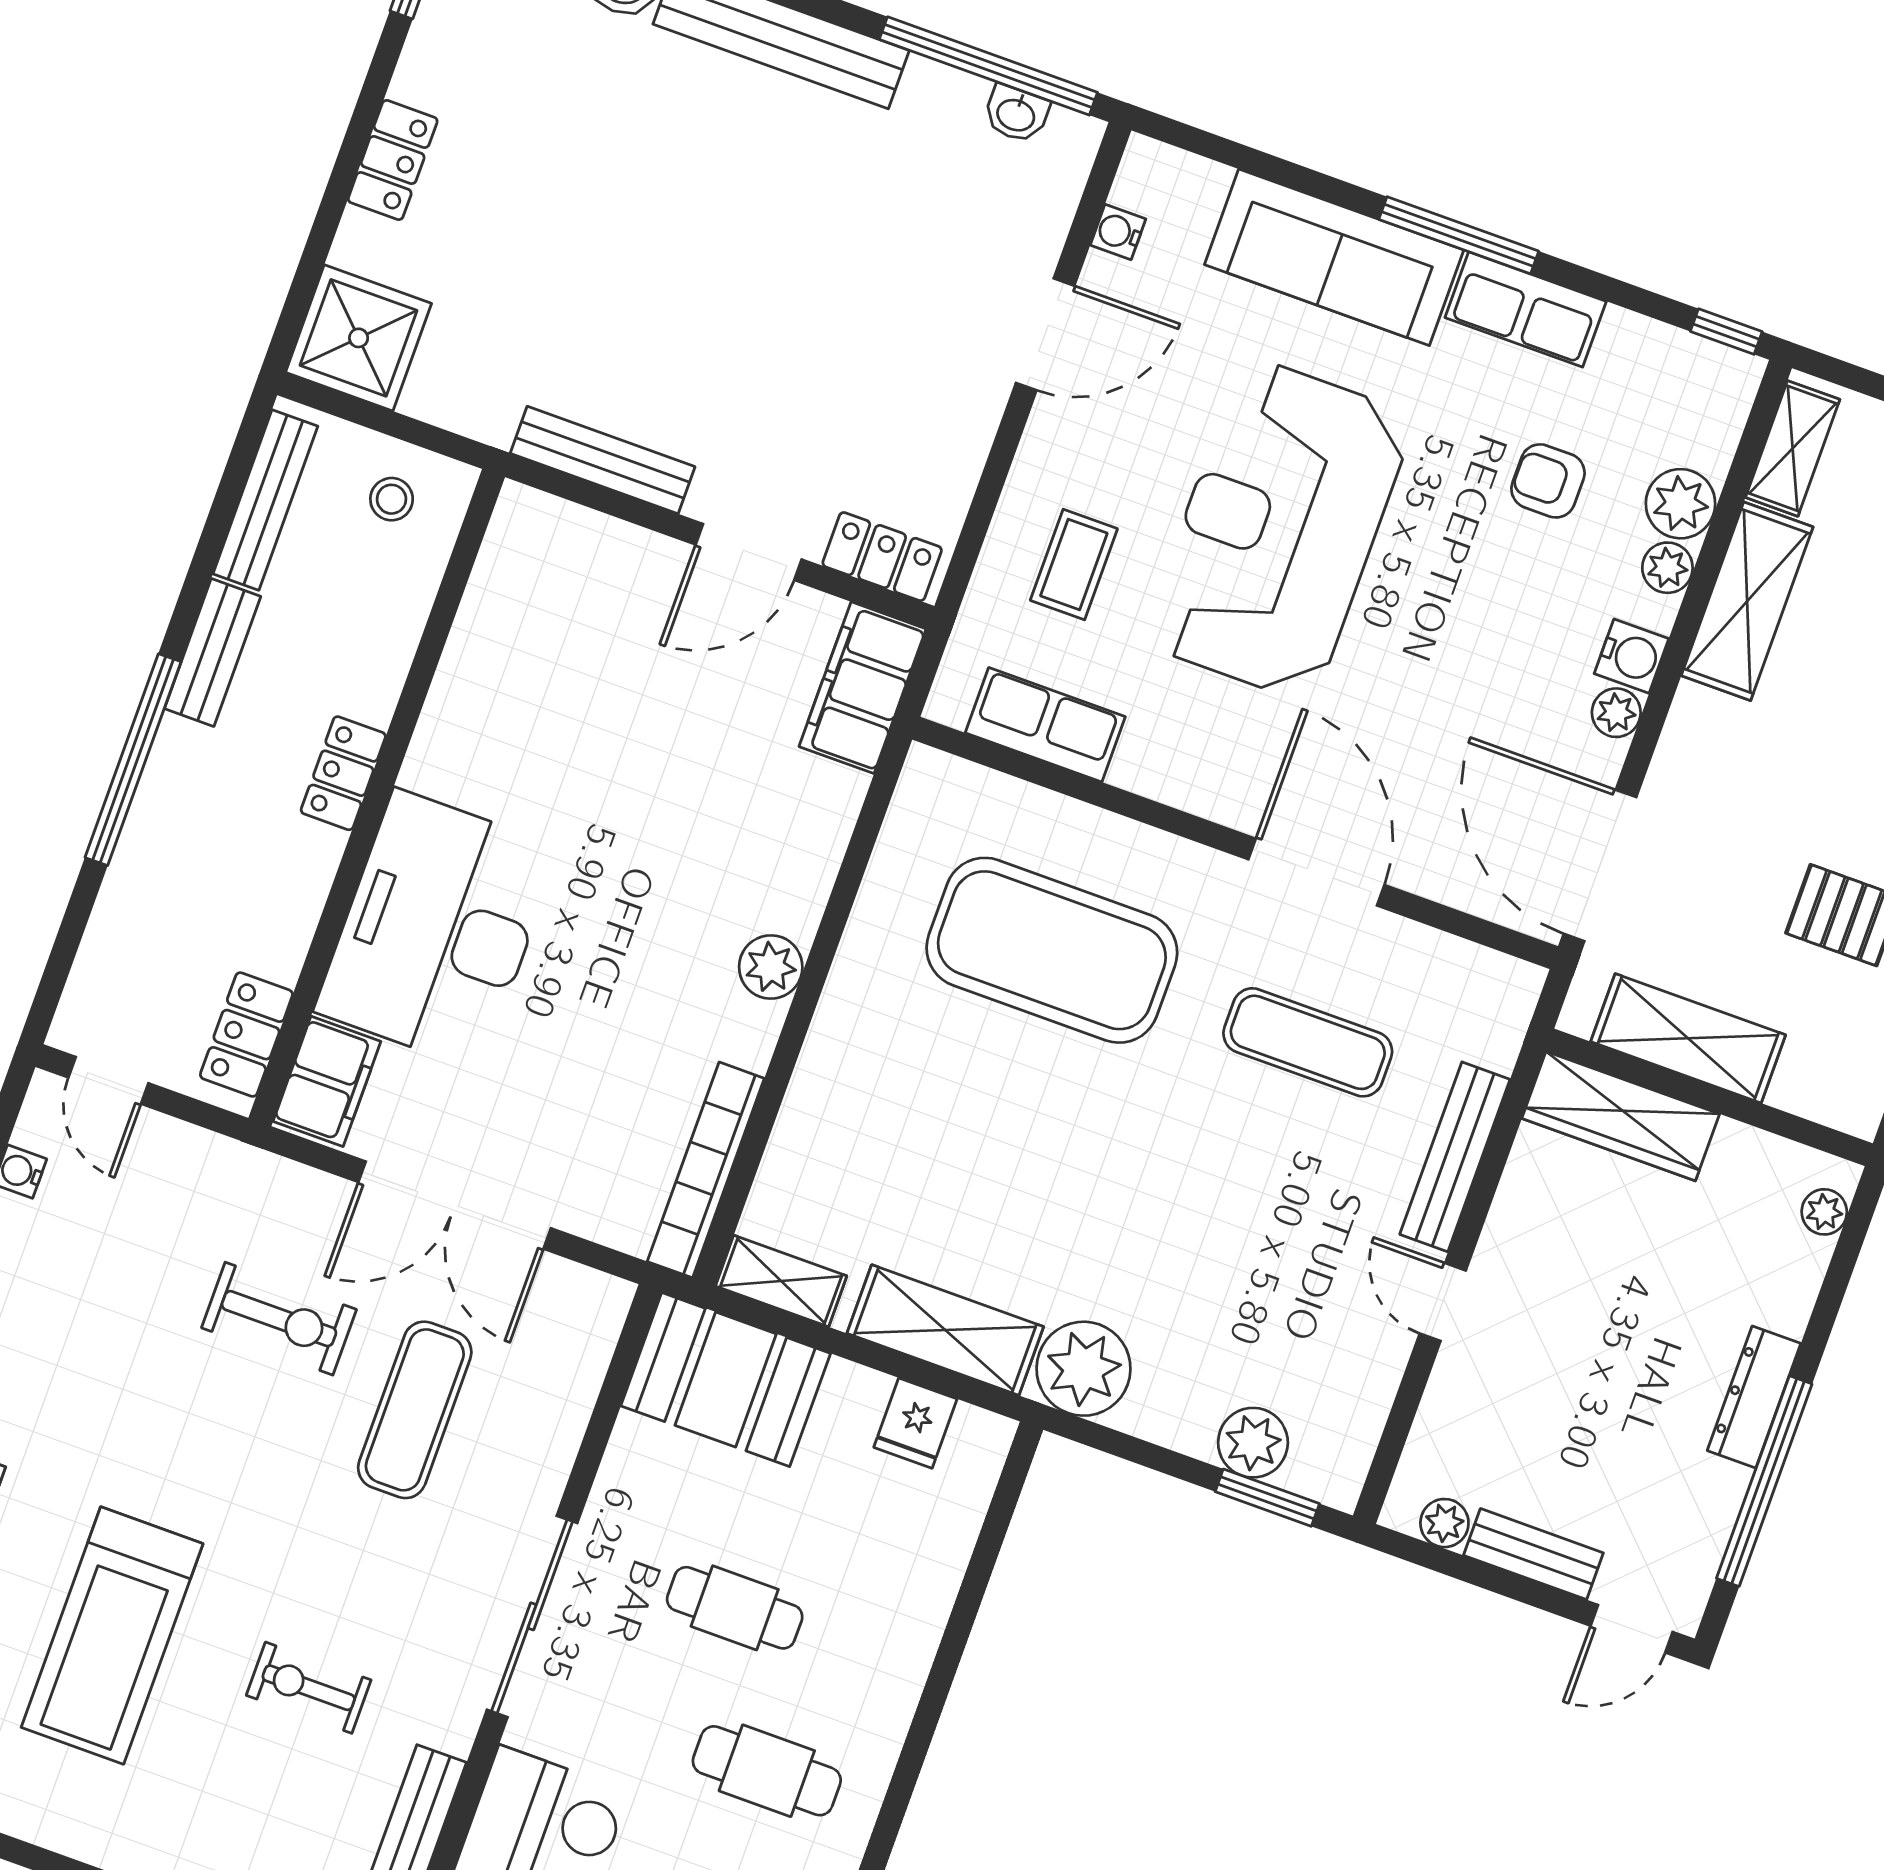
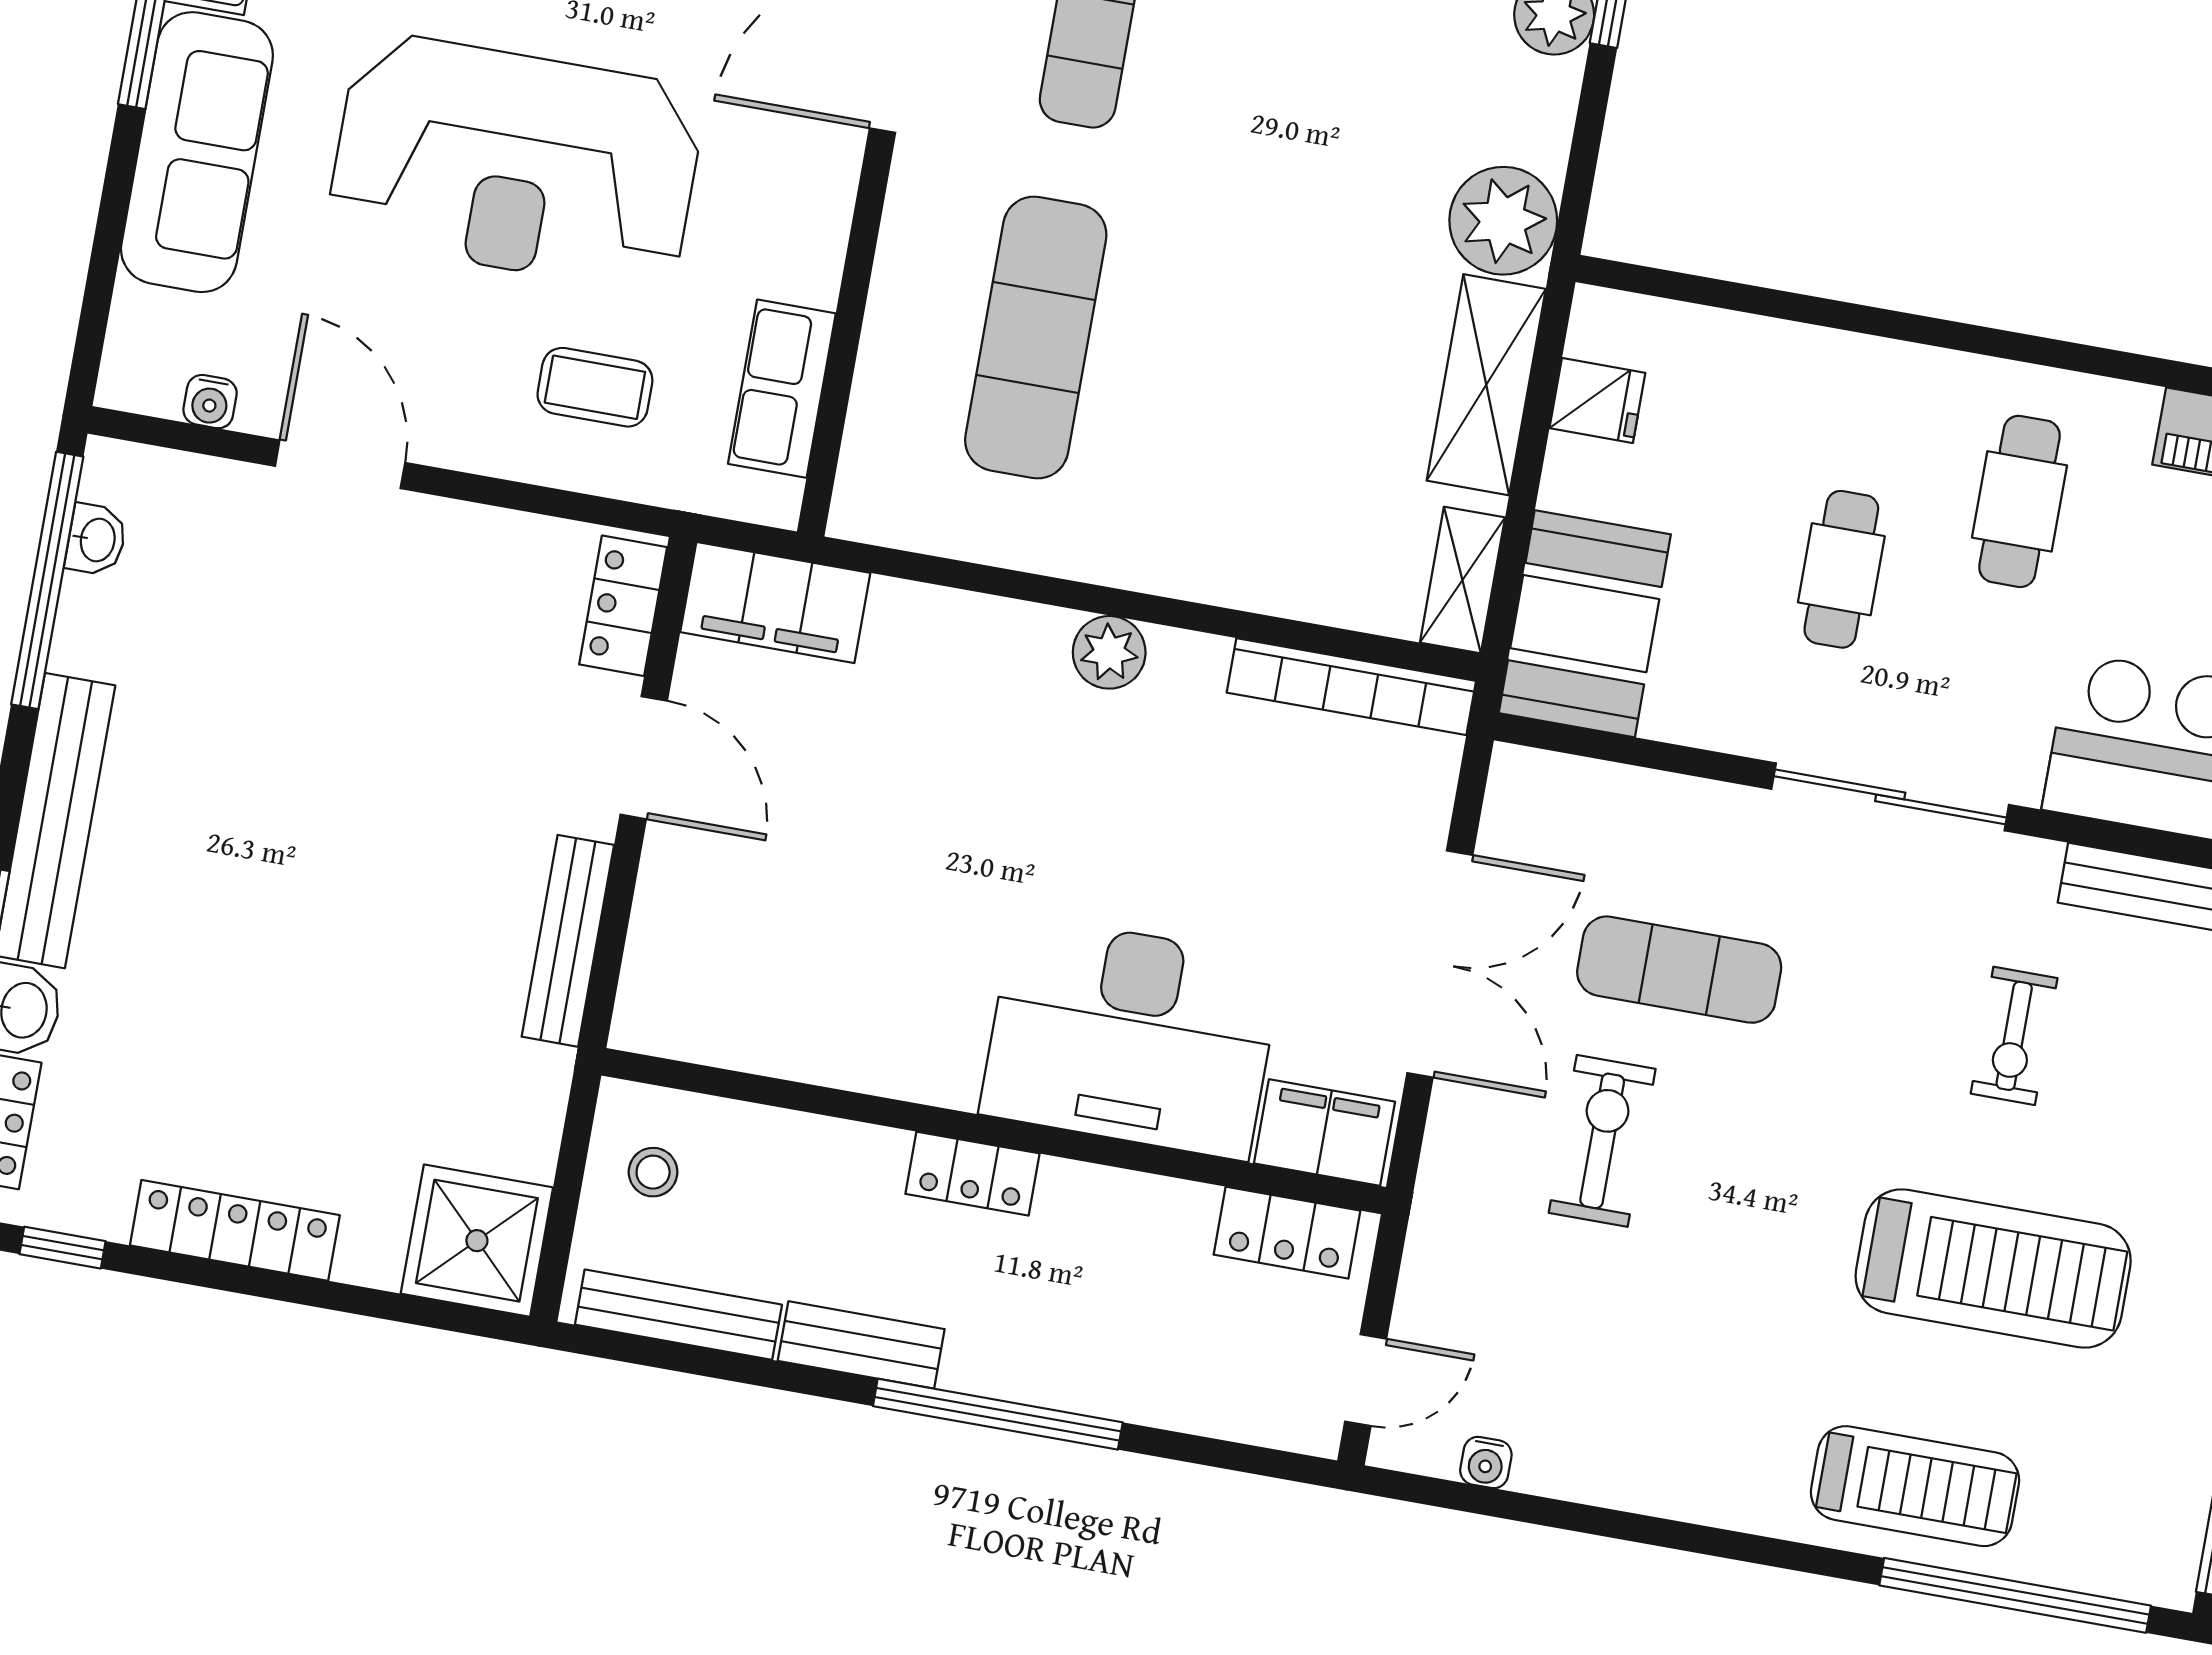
locker: (393, 160) -> (235, 1230), width x1.53
exercise mat: (1052, 950) -> (1036, 337), width x0.68

